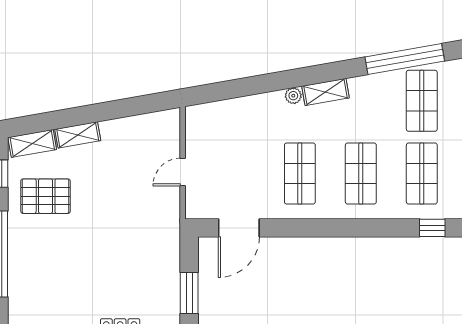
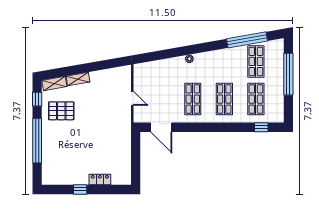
shelving: (325, 92) -> (206, 57), removed
door: (183, 172) -> (132, 98), swing flipped
door: (239, 228) -> (161, 127), hinge flipped
window: (189, 293) -> (136, 161), removed

